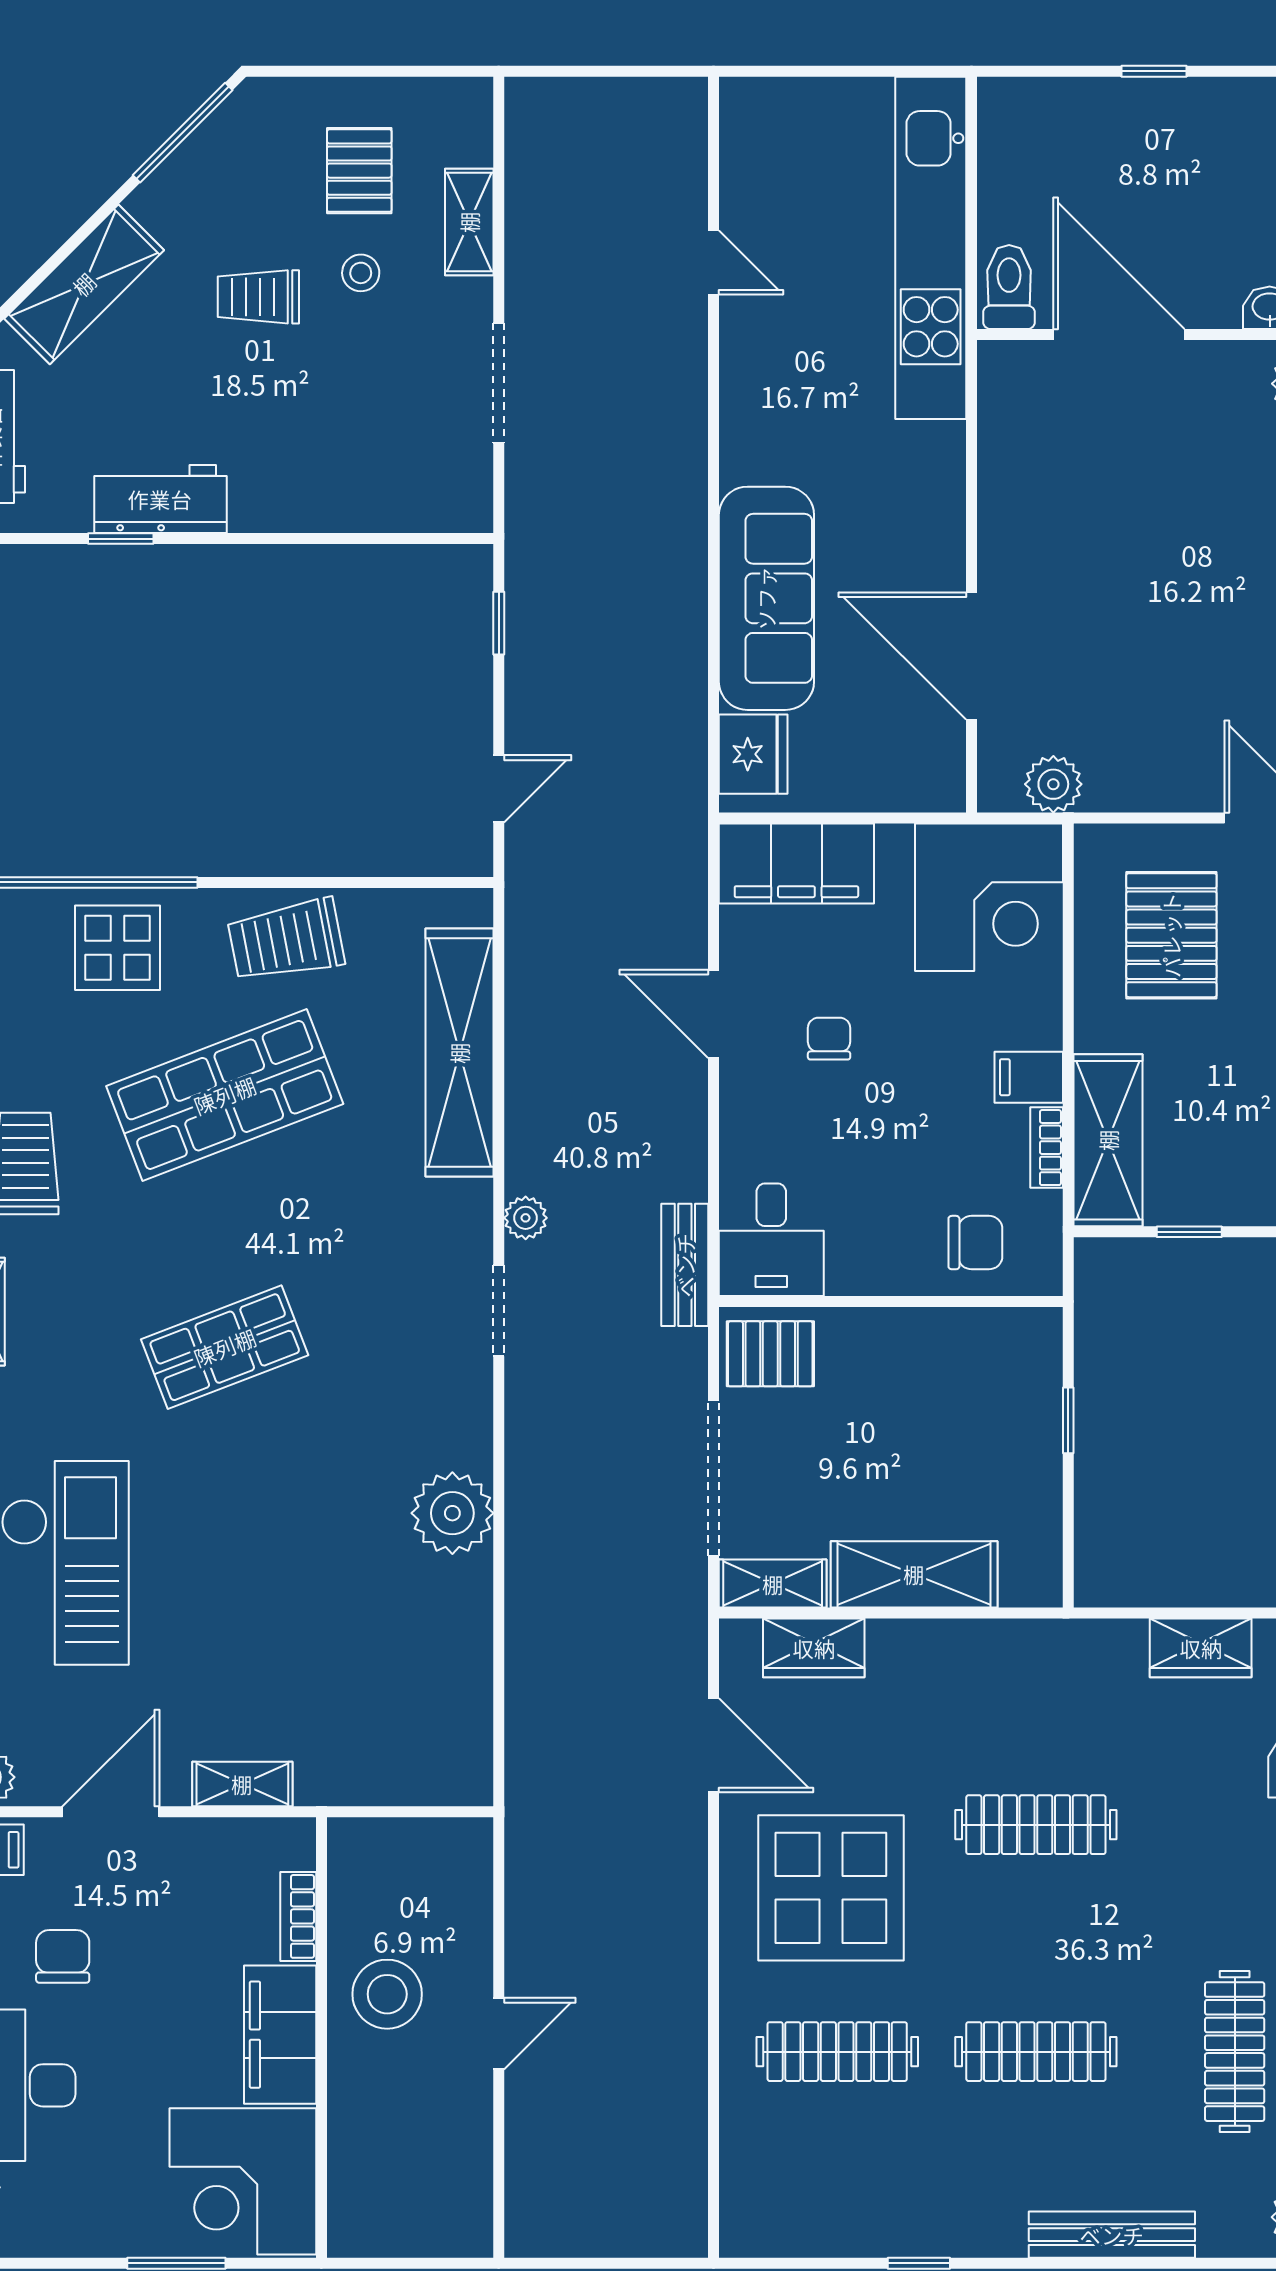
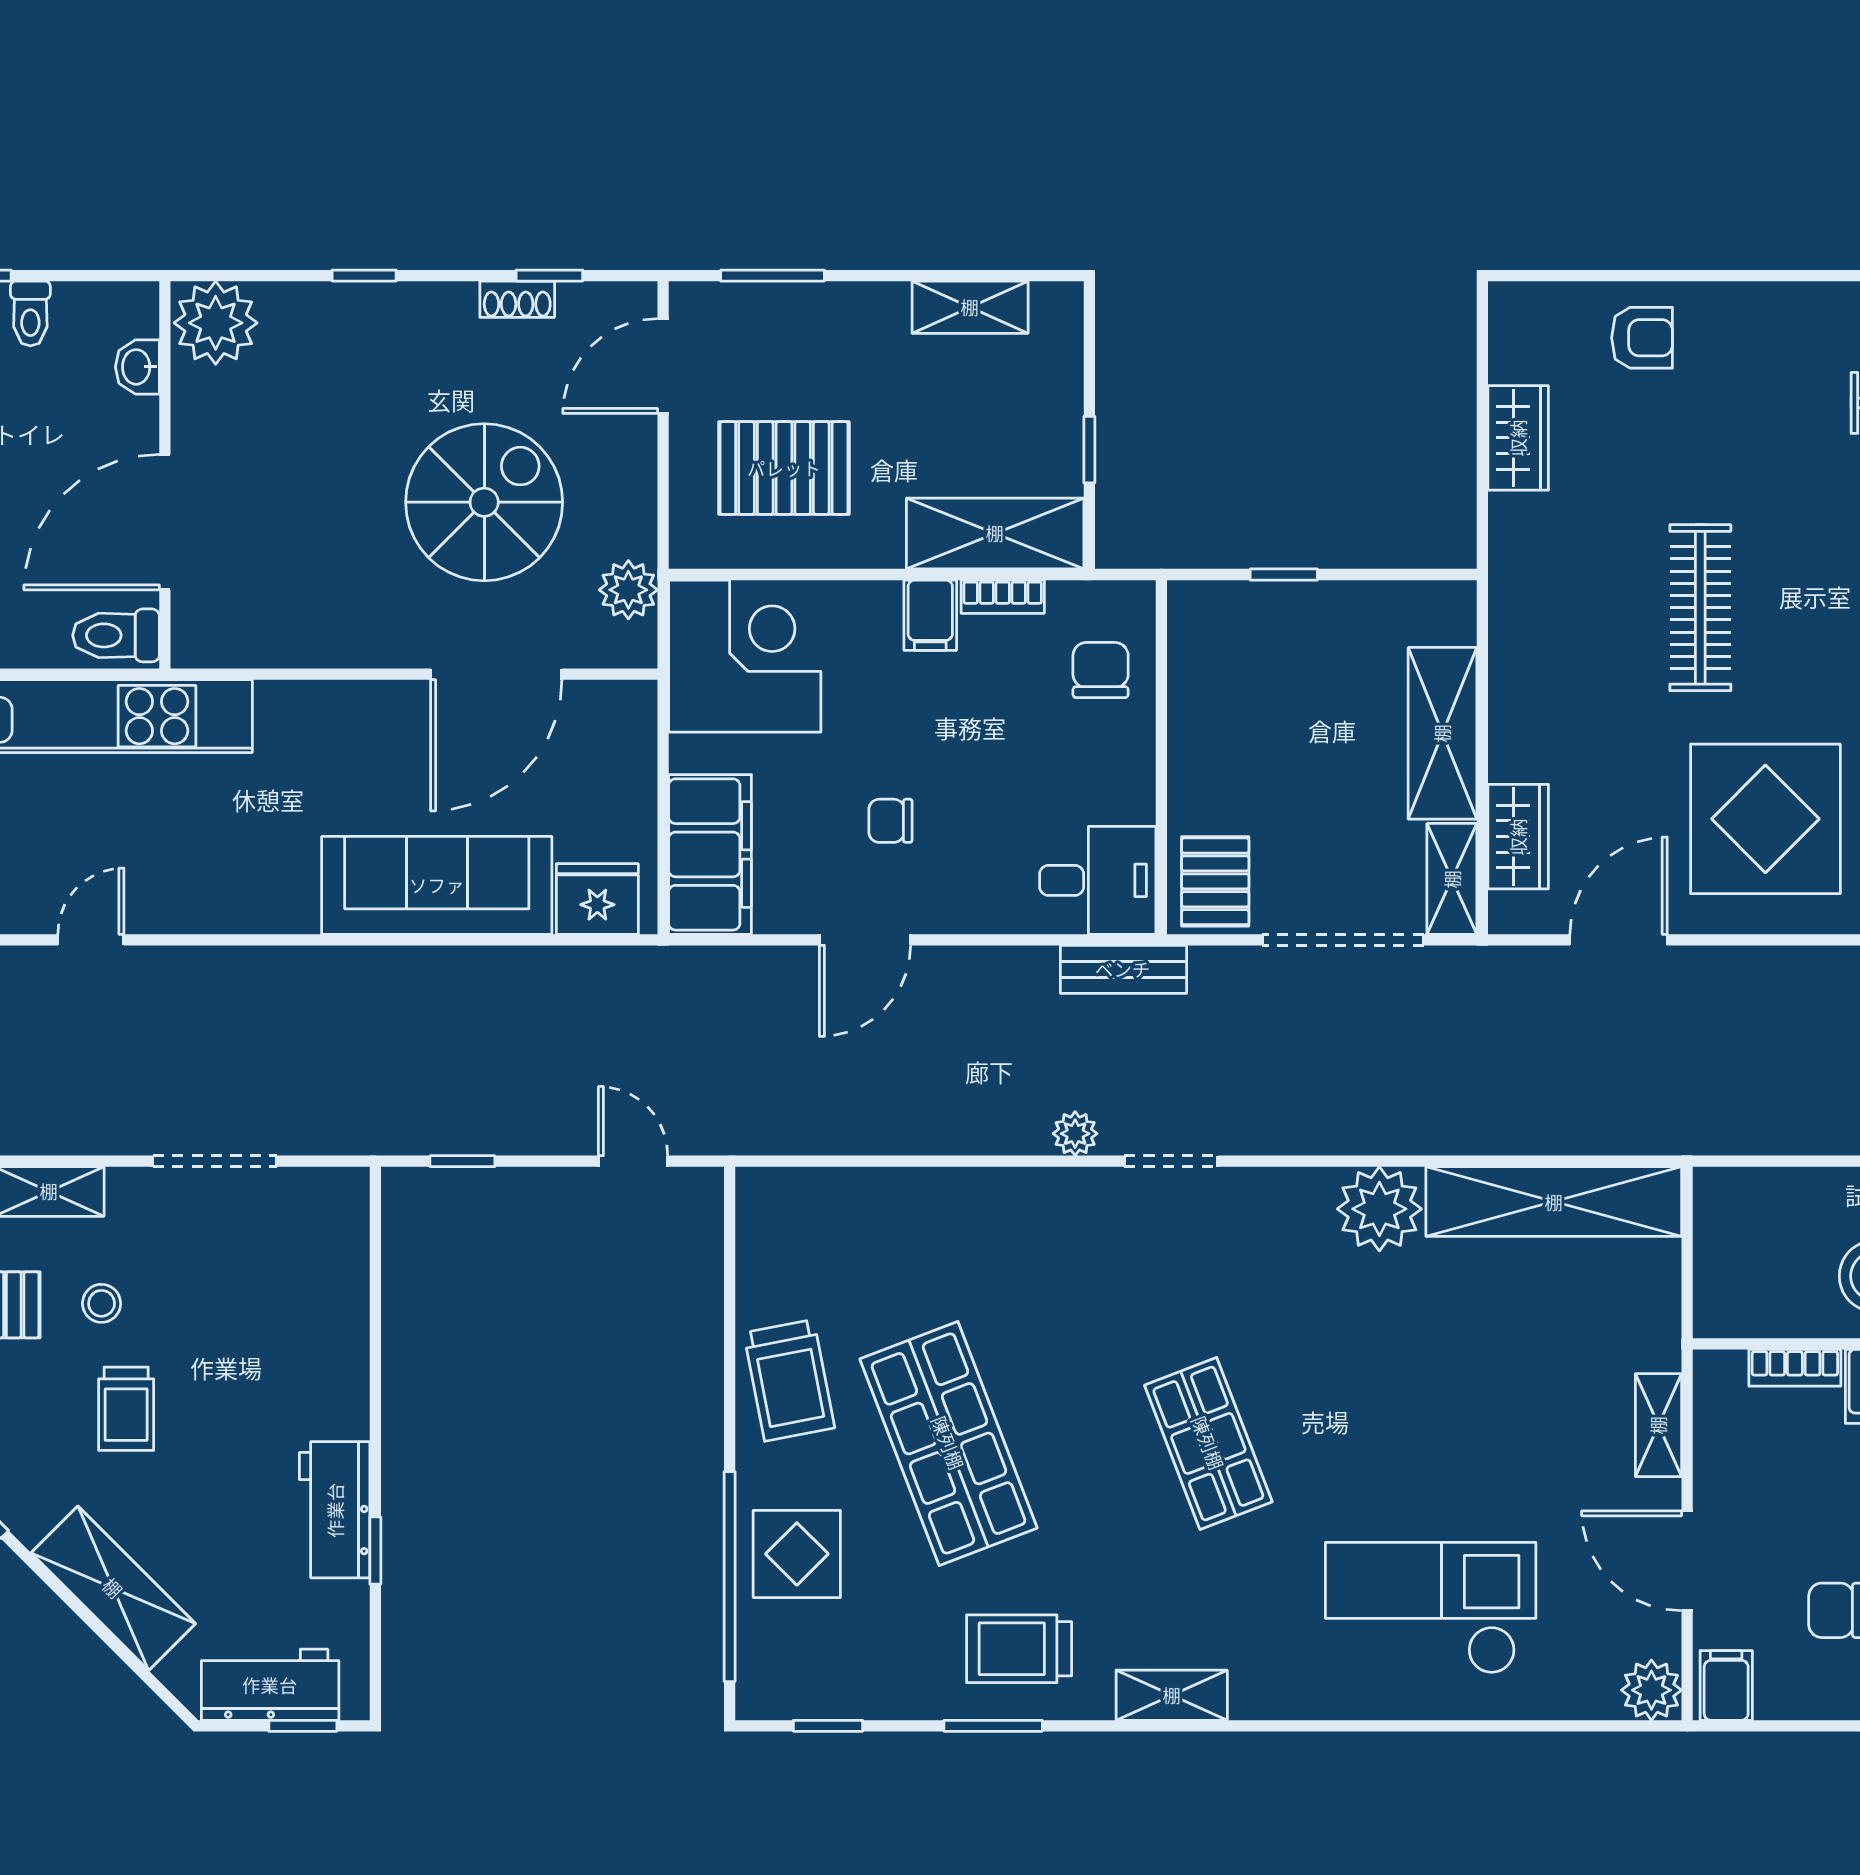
spiral stairs: (1138, 644) -> (484, 502), added
shelving: (459, 1053) -> (1554, 1202), moved

